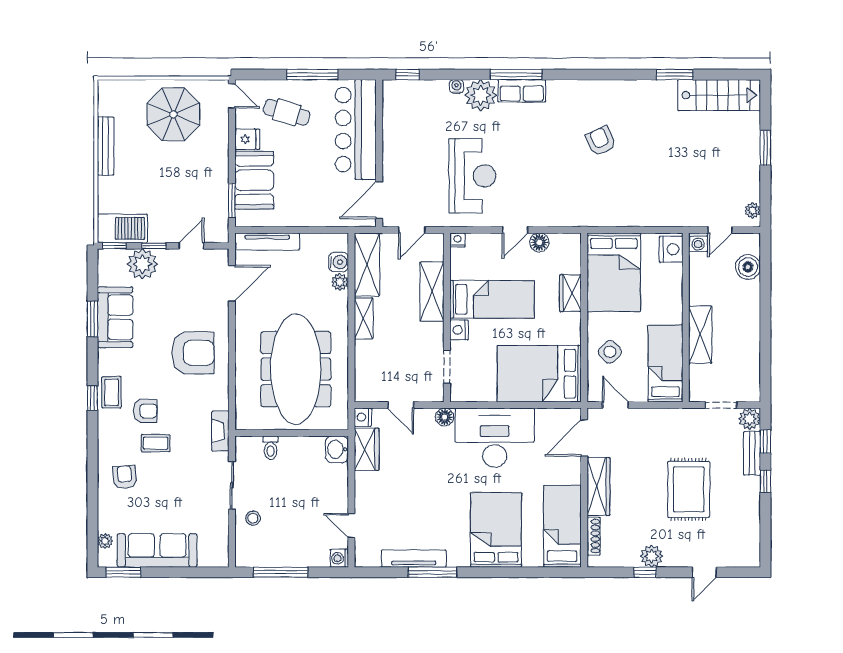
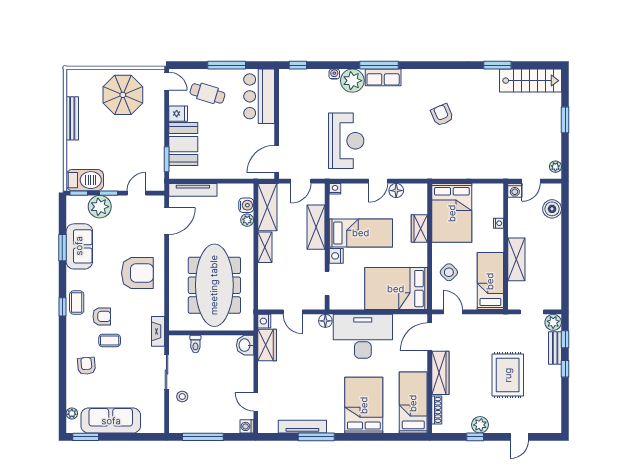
bar counter: (356, 130) -> (259, 96), width x0.73
nightstand: (671, 249) -> (498, 223), moved, width x0.53, depth x0.56

